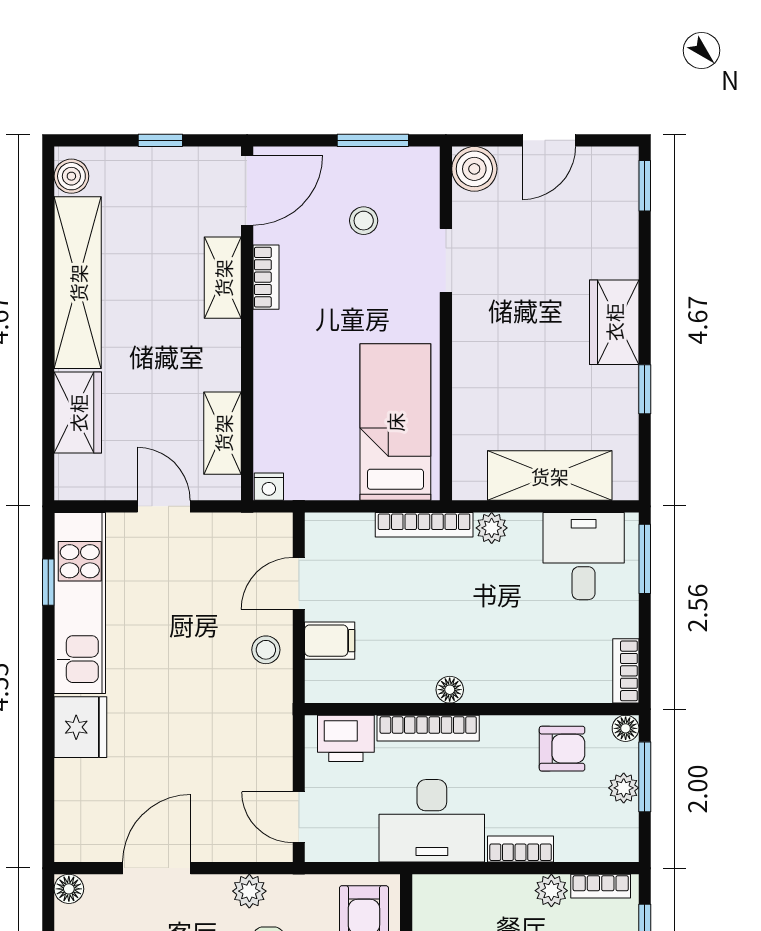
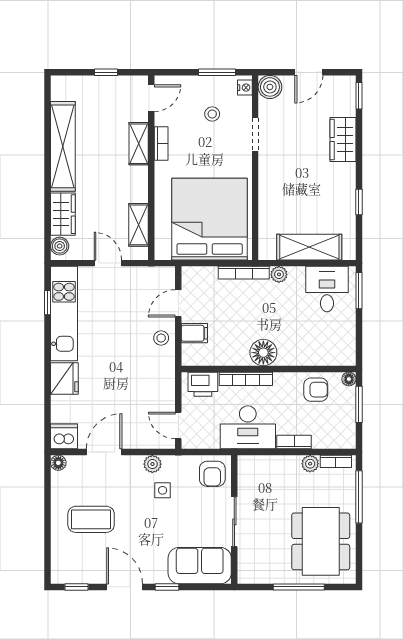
boiler: (71, 176) -> (60, 246), moved
door: (247, 190) -> (151, 98), width x0.73
wardrobe: (614, 322) -> (343, 140), moved
bed: (395, 422) -> (210, 219), width x2.04
nightstand: (269, 487) -> (245, 88), moved, turned -90
bookcase: (626, 671) -> (349, 349), removed
floor lamp: (450, 690) -> (263, 353), width x1.89, depth x1.89
plant: (624, 788) -> (348, 410), removed
dishwasher: (80, 838) -> (64, 436), added

